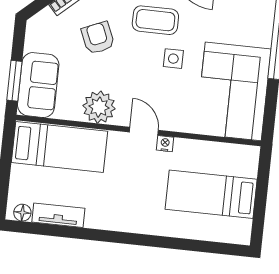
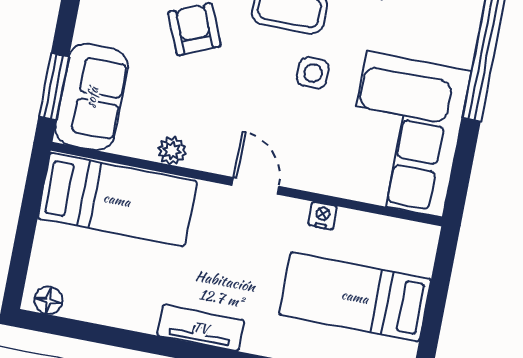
plant: (99, 107) -> (172, 151), width x0.53, depth x0.53
nightstand: (165, 144) -> (323, 216), moved
tv unit: (58, 215) -> (201, 328), moved

